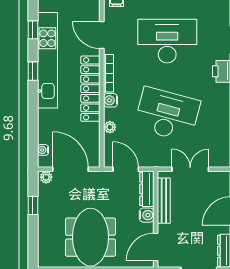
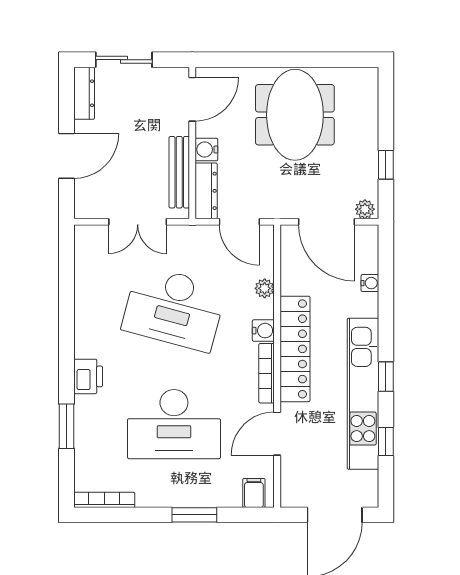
door: (102, 35) -> (277, 434), swing flipped
water cooler: (43, 150) -> (370, 283), moved

